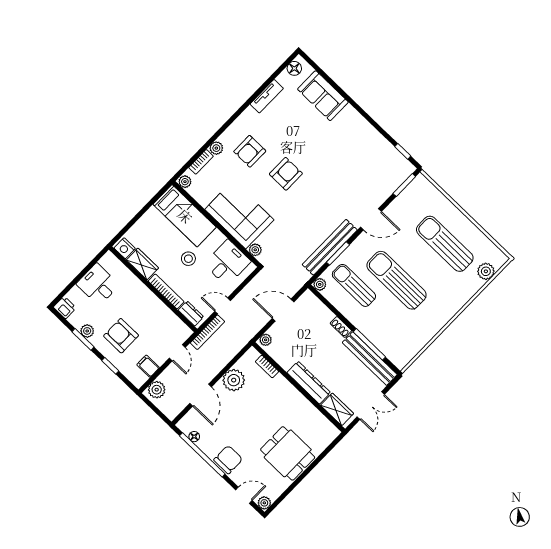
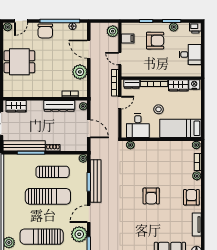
armchair: (250, 151) -> (191, 197), moved
plant: (402, 207) -> (79, 234), added
corner sofa: (239, 215) -> (155, 155), removed
sun lounger: (445, 244) -> (42, 237), turned 180
sun lounger: (354, 285) -> (53, 172), moved
door: (283, 310) -> (89, 129), hinge flipped
dresser: (309, 383) -> (59, 106), moved

